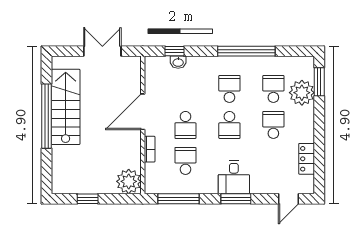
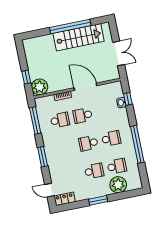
window: (319, 82) -> (98, 200), moved
locker: (307, 159) -> (65, 199), moved
desk: (234, 177) -> (56, 153), removed
window: (88, 199) -> (26, 77), moved

